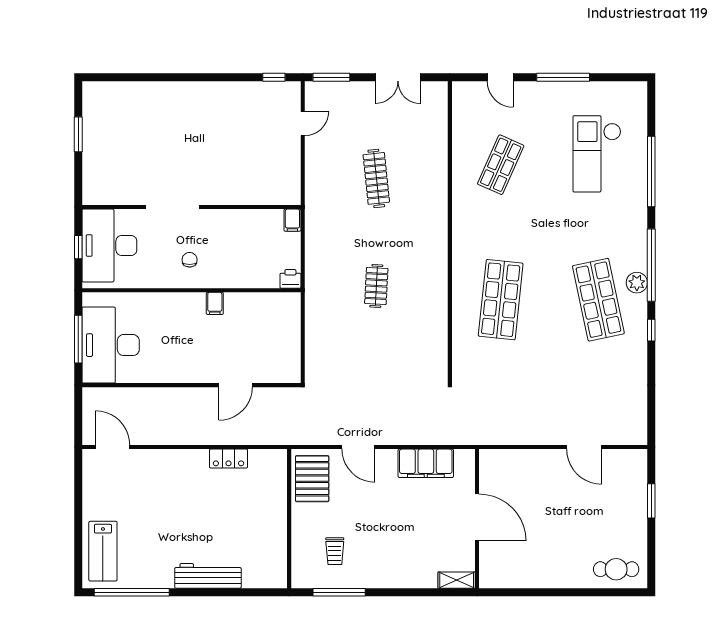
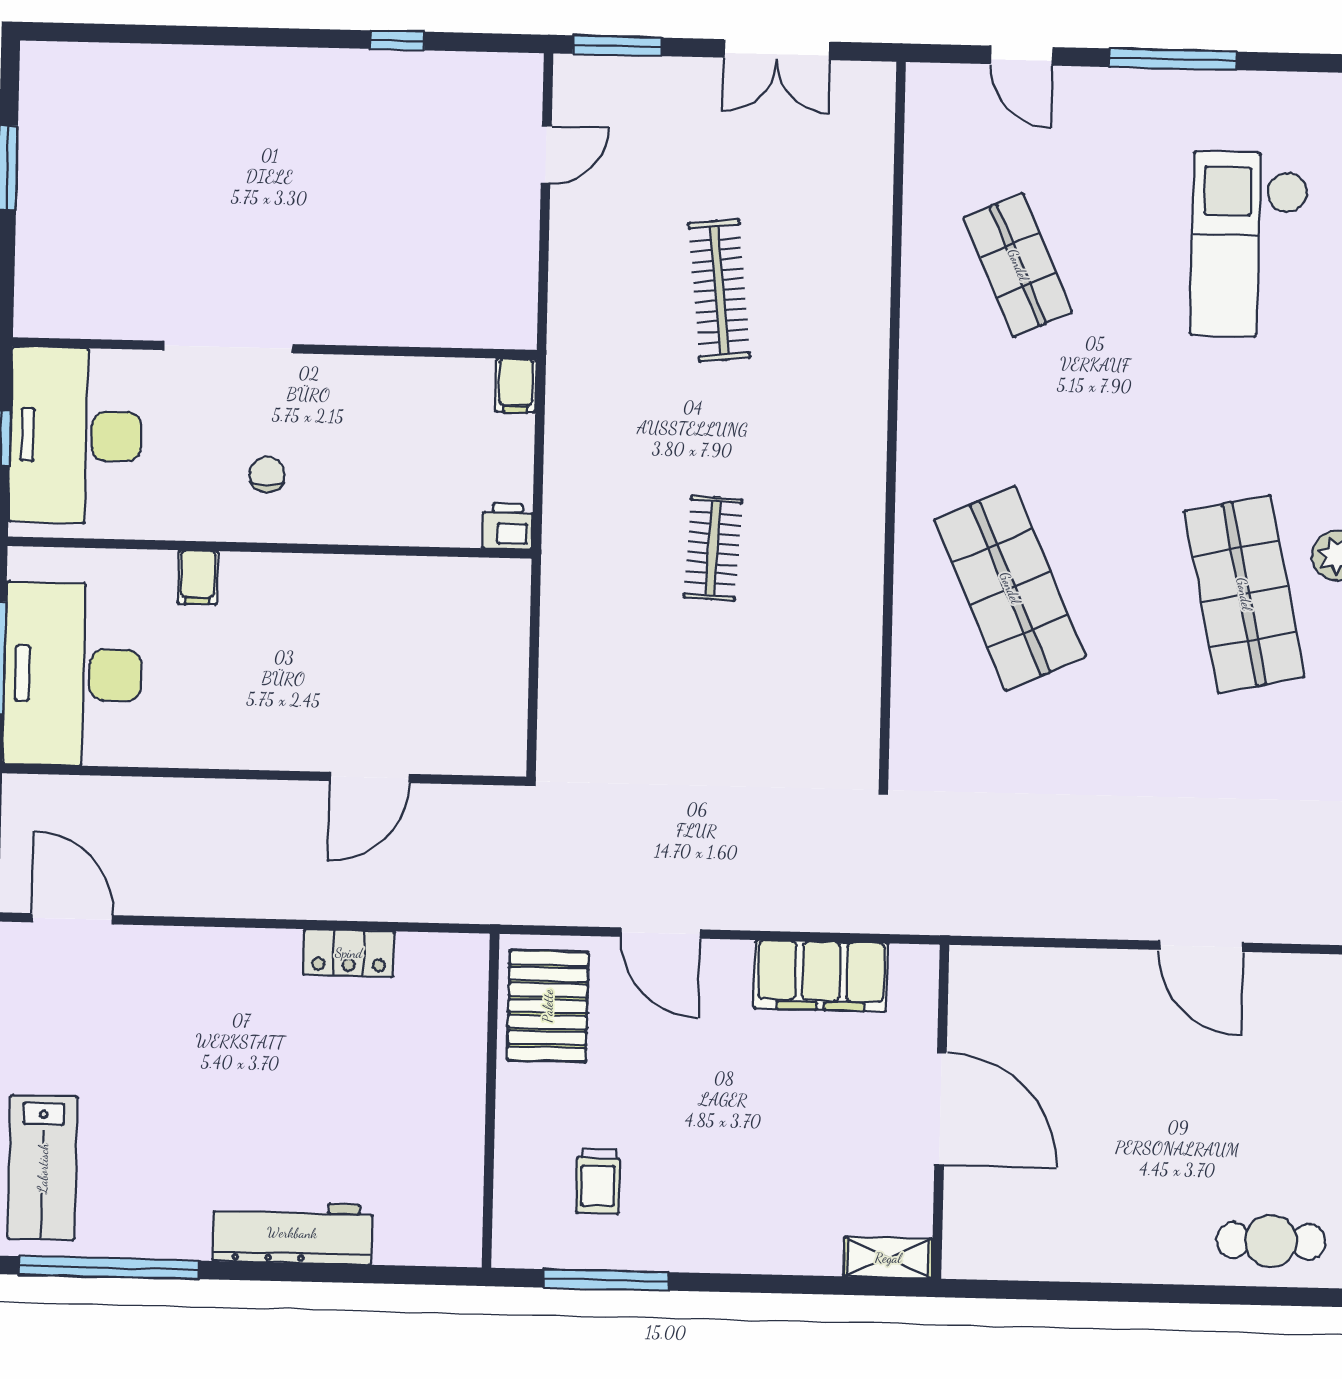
window: (274, 77) -> (397, 40), moved
shop shelf: (501, 165) -> (1018, 265), turned -48
shop shelf: (501, 300) -> (1010, 588), turned -30
filing cabinet: (215, 303) -> (198, 577), moved

